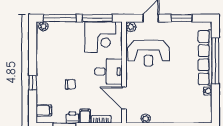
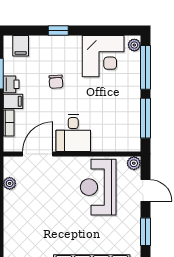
corner desk: (100, 37) -> (103, 56), moved, turned -90

